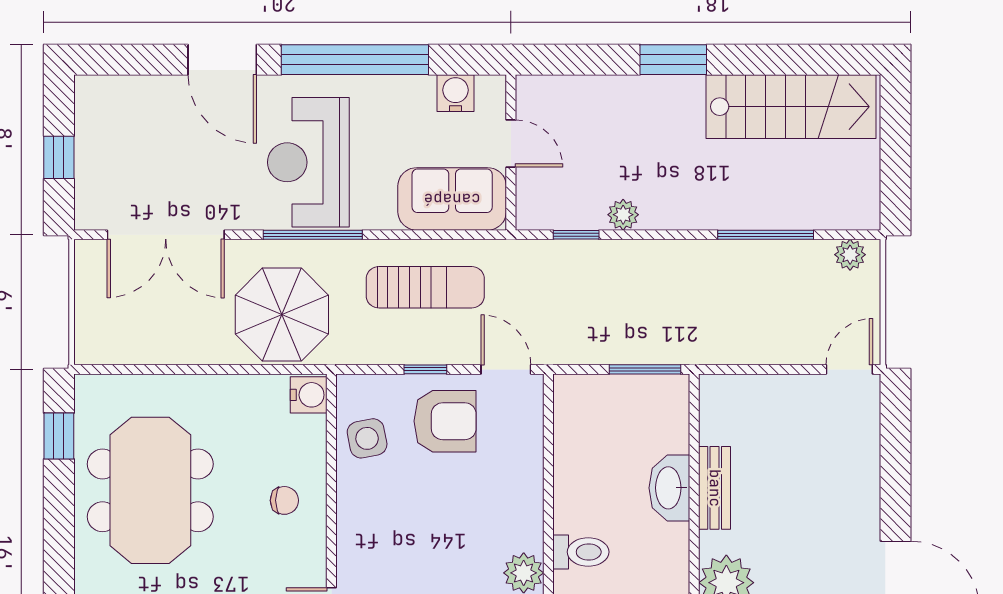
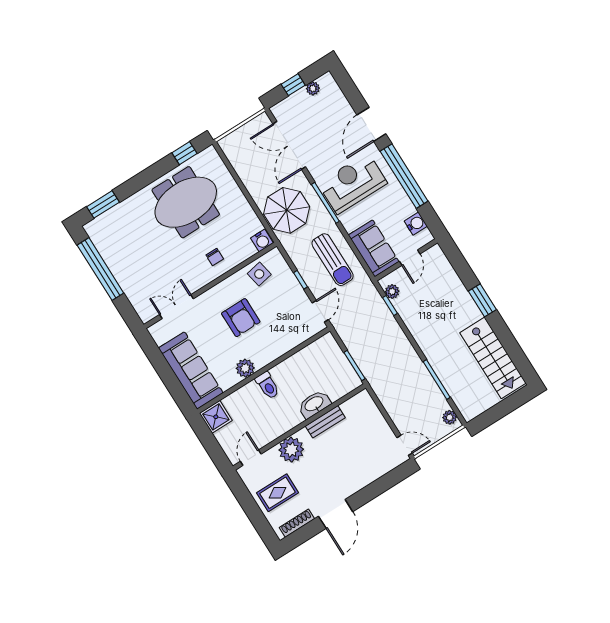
plant: (89, 126) -> (313, 88), added
plant: (623, 215) -> (392, 291), moved
armchair: (445, 421) -> (241, 318), moved

